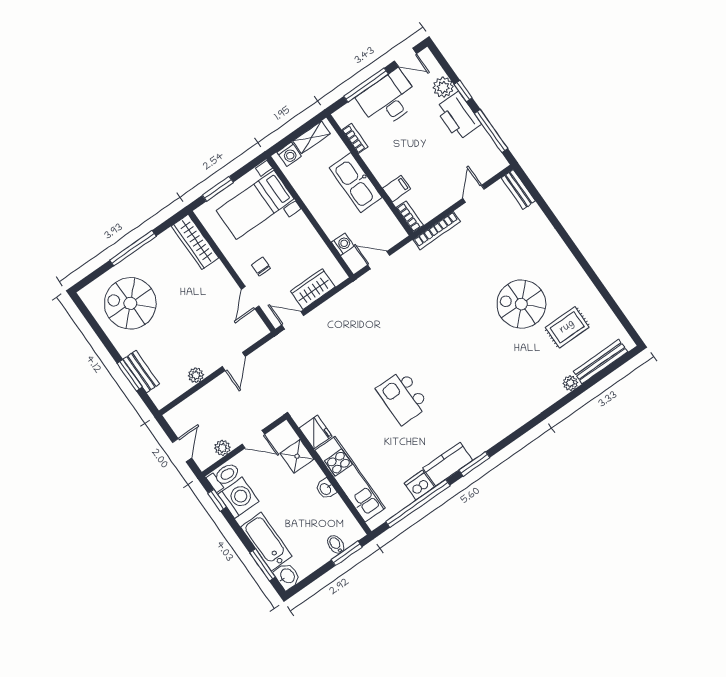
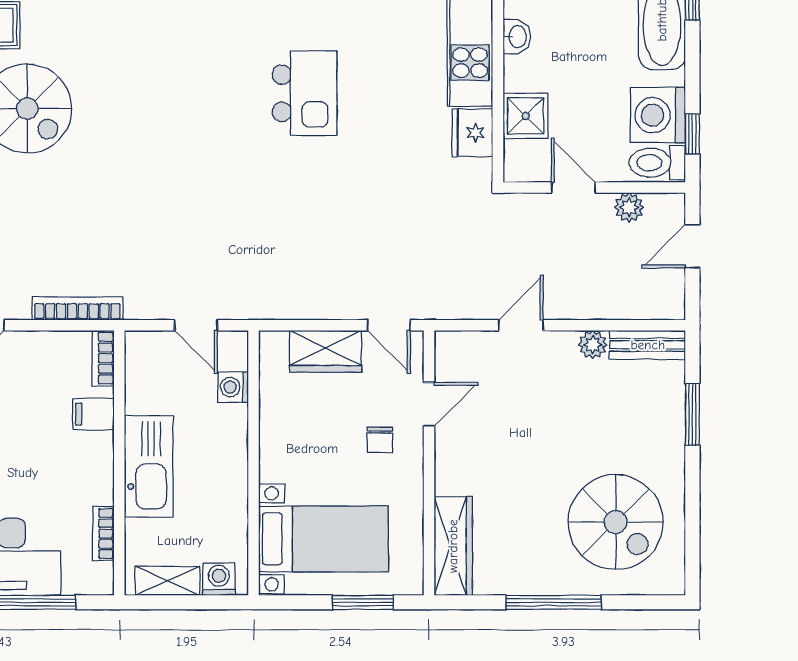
bench: (141, 372) -> (648, 345), moved, turned 90

